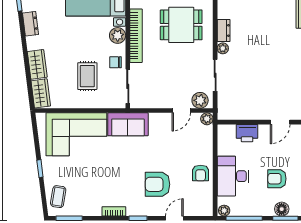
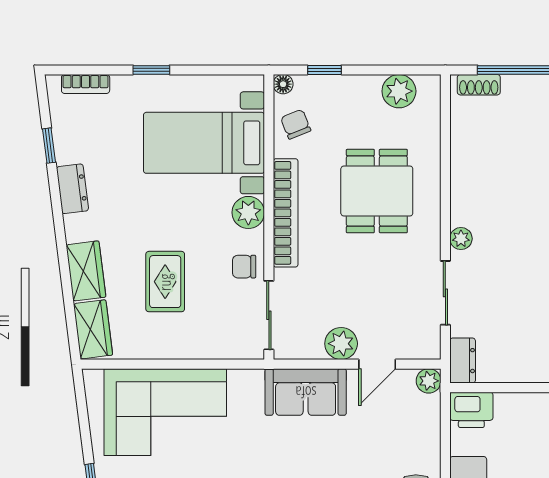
dining table: (181, 25) -> (377, 191), turned 90
dresser: (224, 30) -> (463, 361), moved
rug: (87, 76) -> (165, 282), moved
plant: (200, 100) -> (341, 344), moved
sofa: (128, 124) -> (306, 392), moved
printer: (247, 133) -> (471, 410), moved

